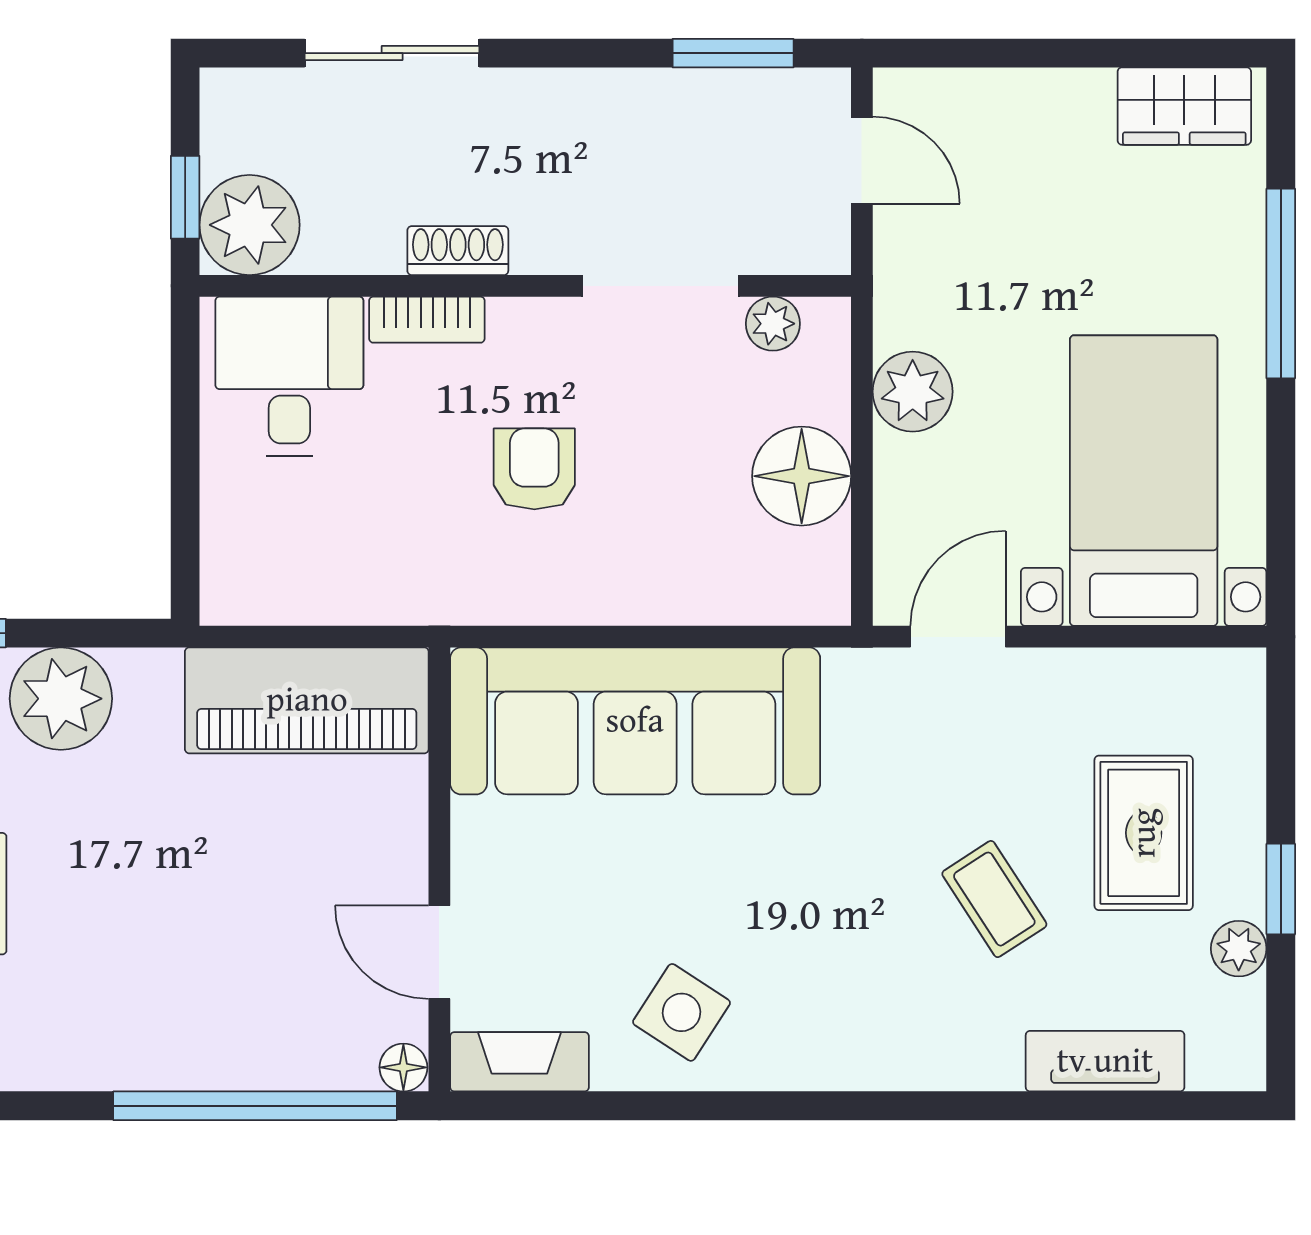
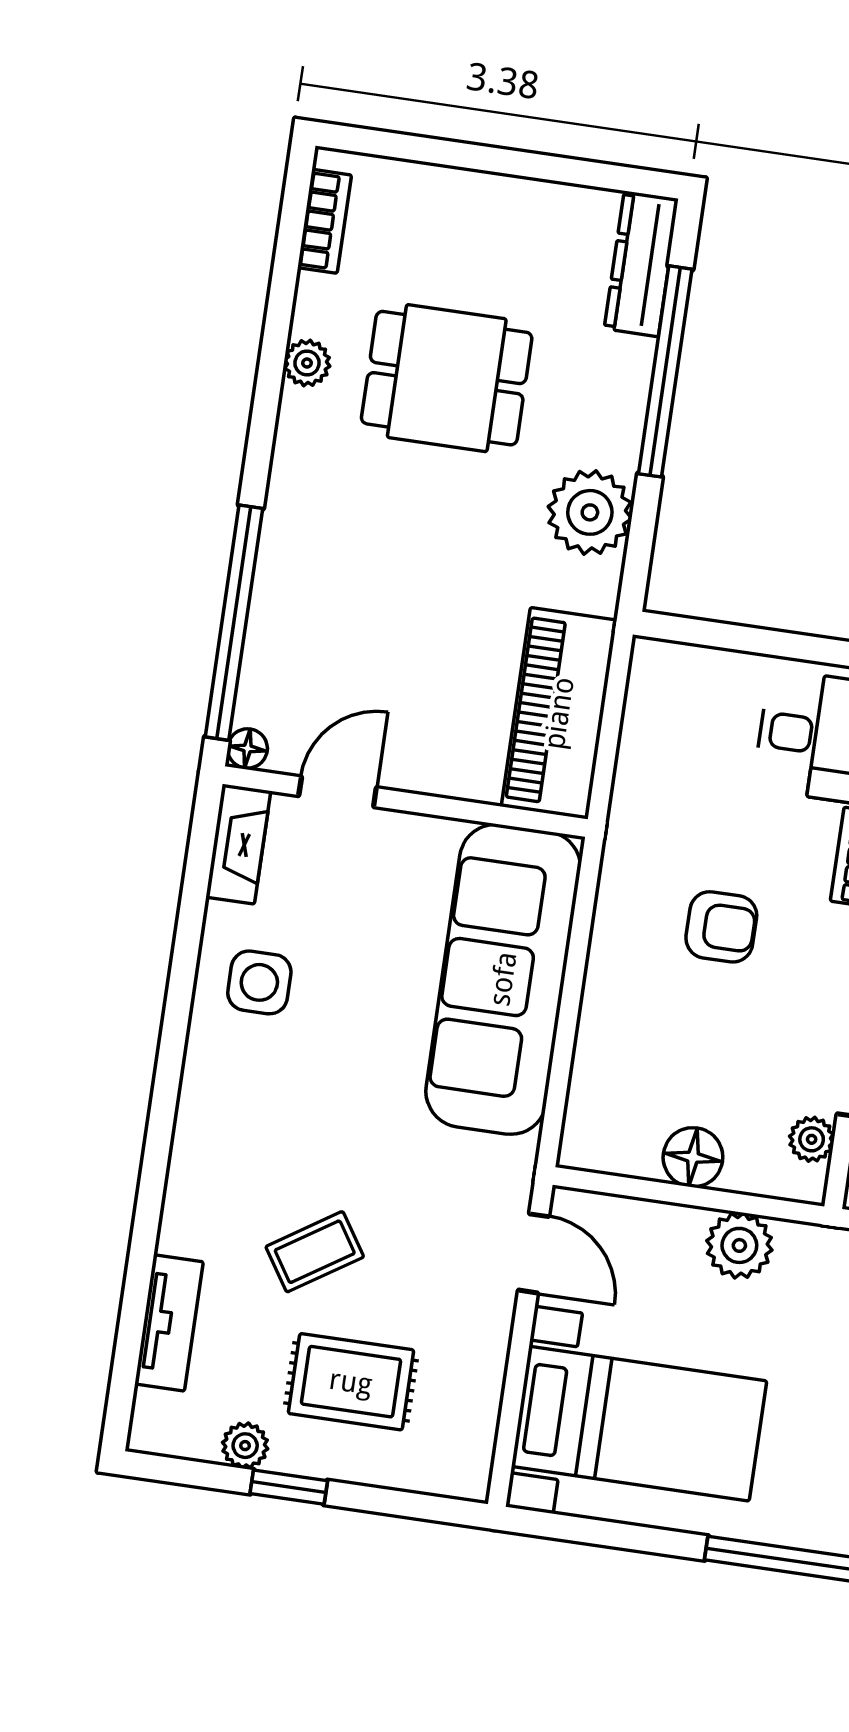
floor lamp: (802, 476) -> (693, 1157), width x0.73, depth x0.73
side table: (681, 1012) -> (259, 982), turned -33

